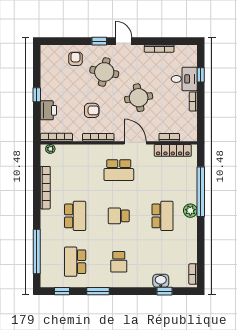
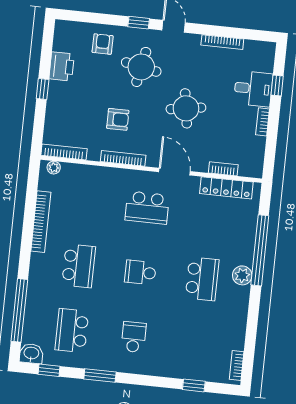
printer: (48, 110) -> (62, 66), moved
school desk: (119, 262) -> (134, 337), turned 180
washbasin: (161, 281) -> (31, 354), moved

